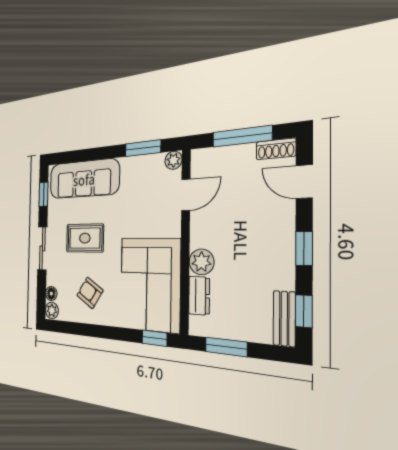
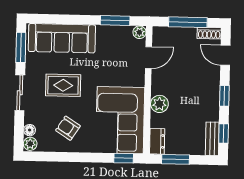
window: (44, 194) -> (21, 47), width x1.50
dresser: (199, 296) -> (157, 141), moved

